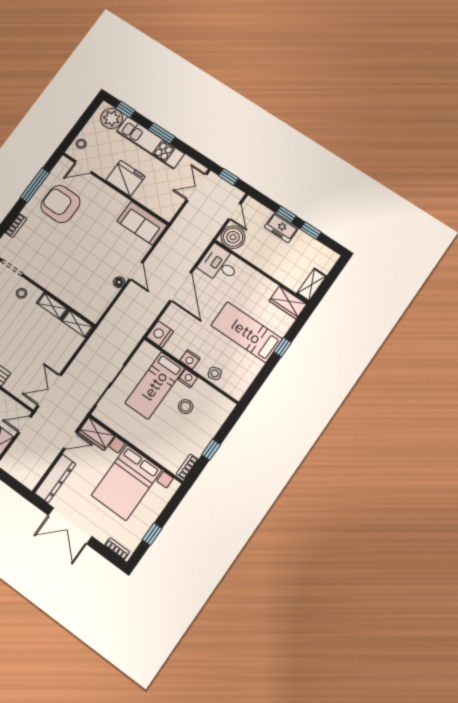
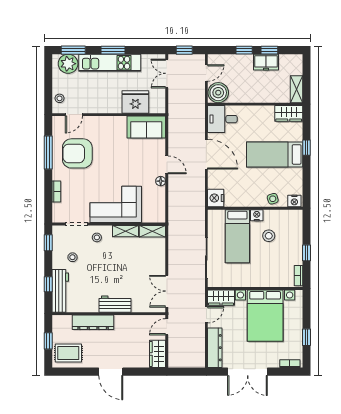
window: (125, 109) -> (73, 50), width x1.50
fridge: (125, 178) -> (135, 102), moved
door: (235, 212) -> (206, 73), hinge flipped
freezer: (281, 228) -> (266, 62), moved
corner sofa: (61, 275) -> (116, 204), added
nightstand: (190, 359) -> (294, 201), moved

